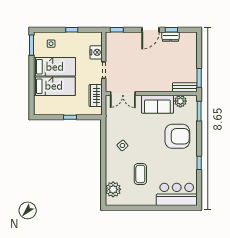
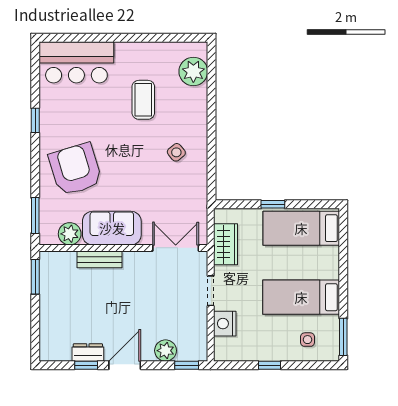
plant: (128, 38) -> (166, 351), added
bed: (54, 86) -> (301, 228), moved
bench: (185, 87) -> (99, 259), moved
armchair: (177, 136) -> (75, 169), turned 73

